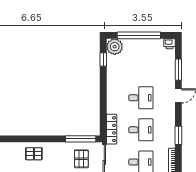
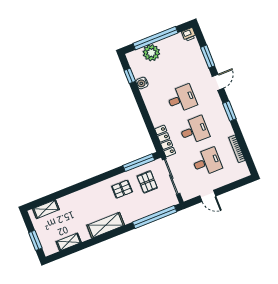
plant: (115, 47) -> (151, 53), moved
water cooler: (112, 70) -> (142, 83), added
window: (178, 135) -> (229, 111), moved
pallet: (34, 154) -> (122, 189), moved

